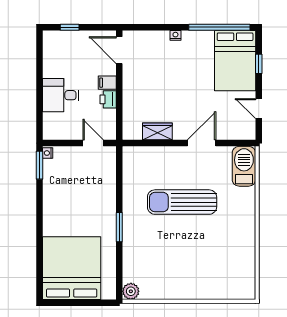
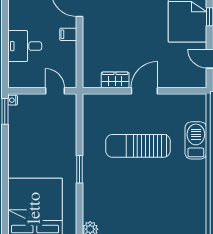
printer: (108, 99) -> (69, 50), removed
door: (202, 143) -> (144, 91), moved
barbecue: (244, 166) -> (196, 140), moved

